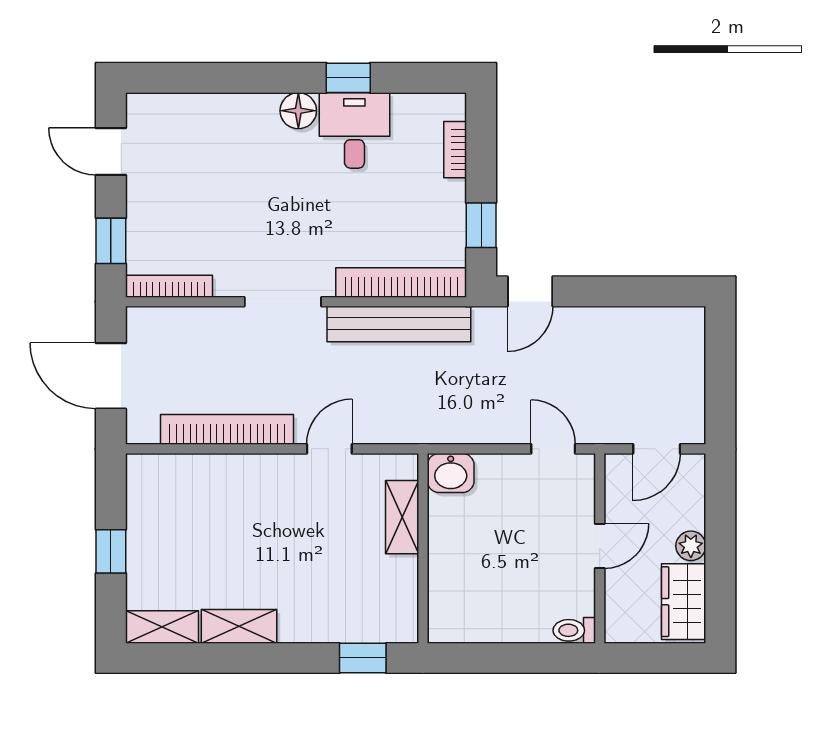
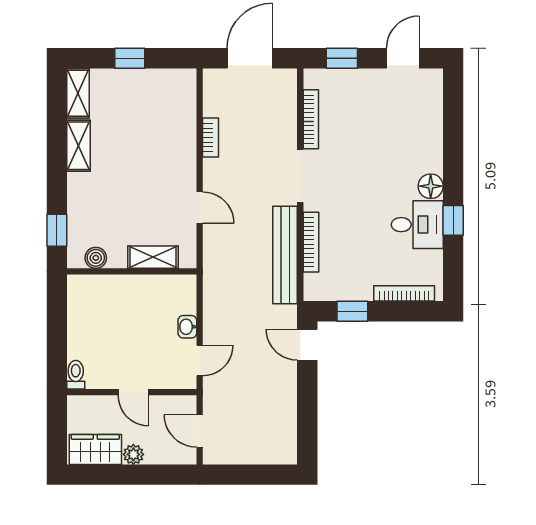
bookcase: (455, 150) -> (404, 293), width x1.56
bookcase: (401, 282) -> (311, 242), width x0.68, depth x0.76
bookcase: (169, 286) -> (311, 119), moved
bookcase: (227, 429) -> (211, 138), width x0.43, depth x0.76
washbasin: (451, 473) -> (187, 327), moved, width x0.72, depth x0.69
boiler: (403, 601) -> (96, 258), added

